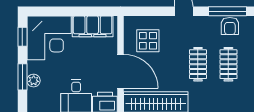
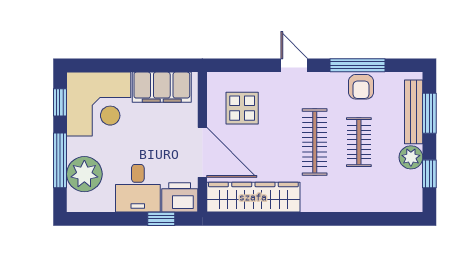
clothes rail: (198, 64) -> (315, 142), width x1.36
window: (22, 77) -> (60, 160), width x1.44
plant: (34, 81) -> (84, 174), width x1.88, depth x1.88

